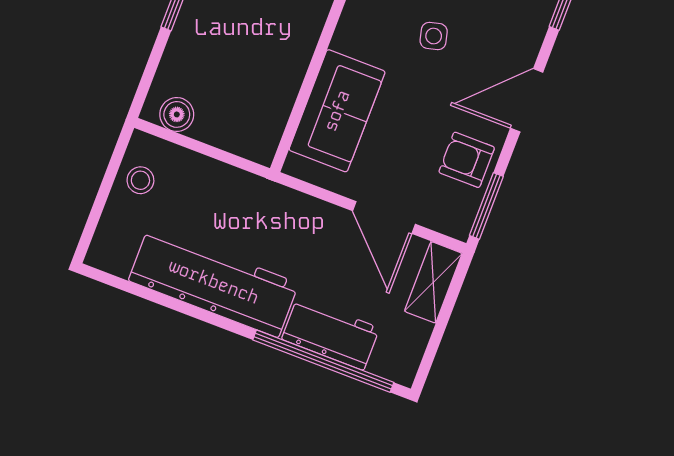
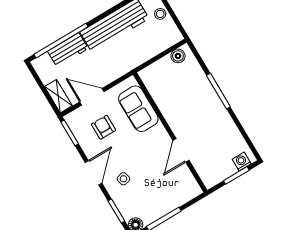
side table: (434, 36) -> (123, 179), moved
armchair: (467, 160) -> (104, 127), moved, turned -90
stool: (140, 180) -> (160, 14), moved

